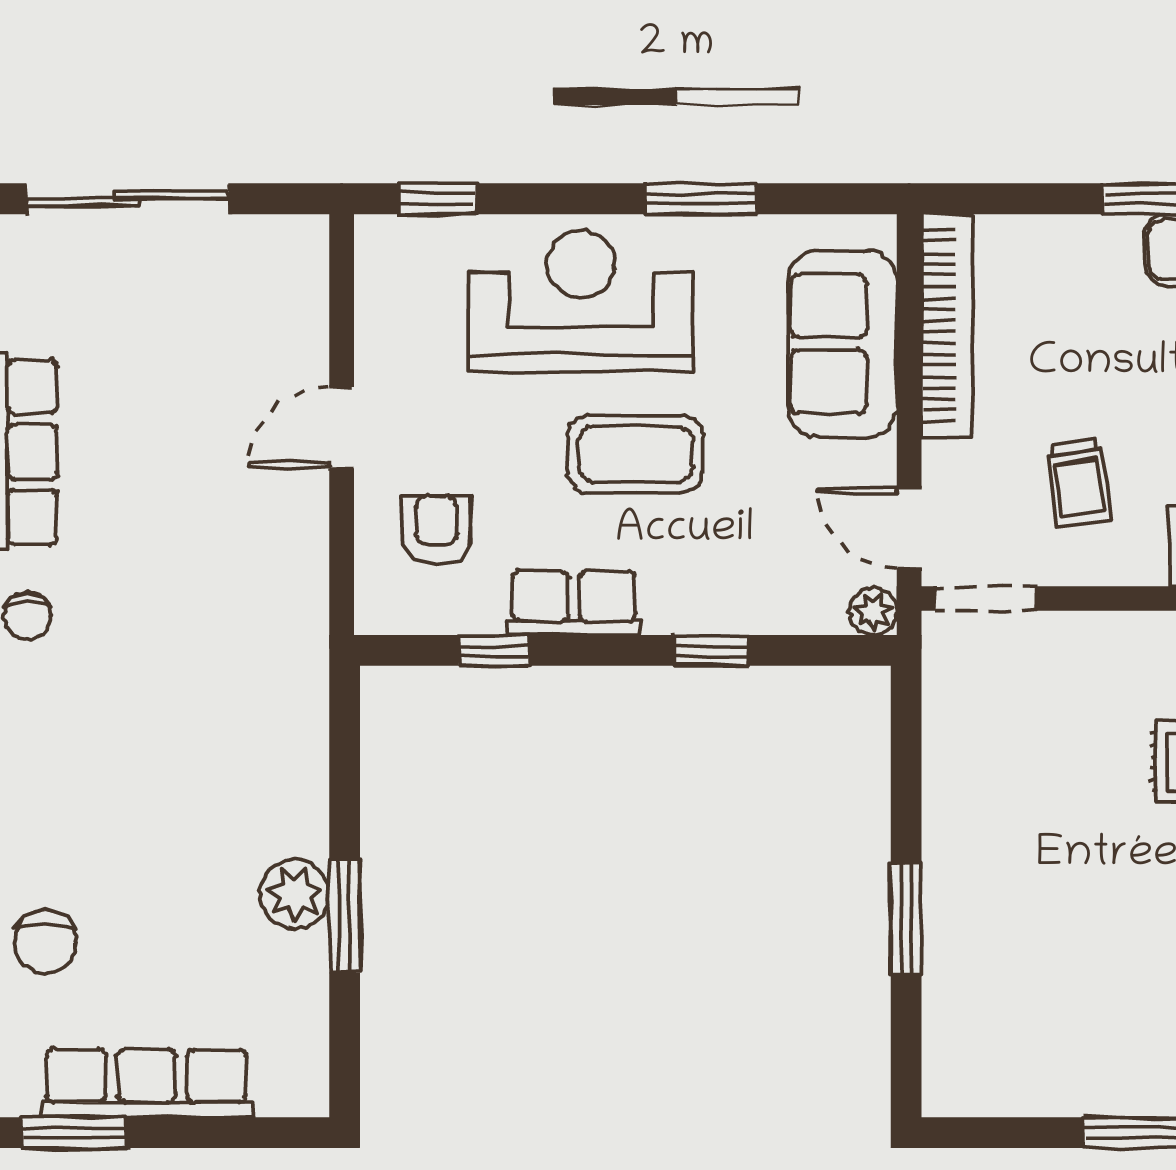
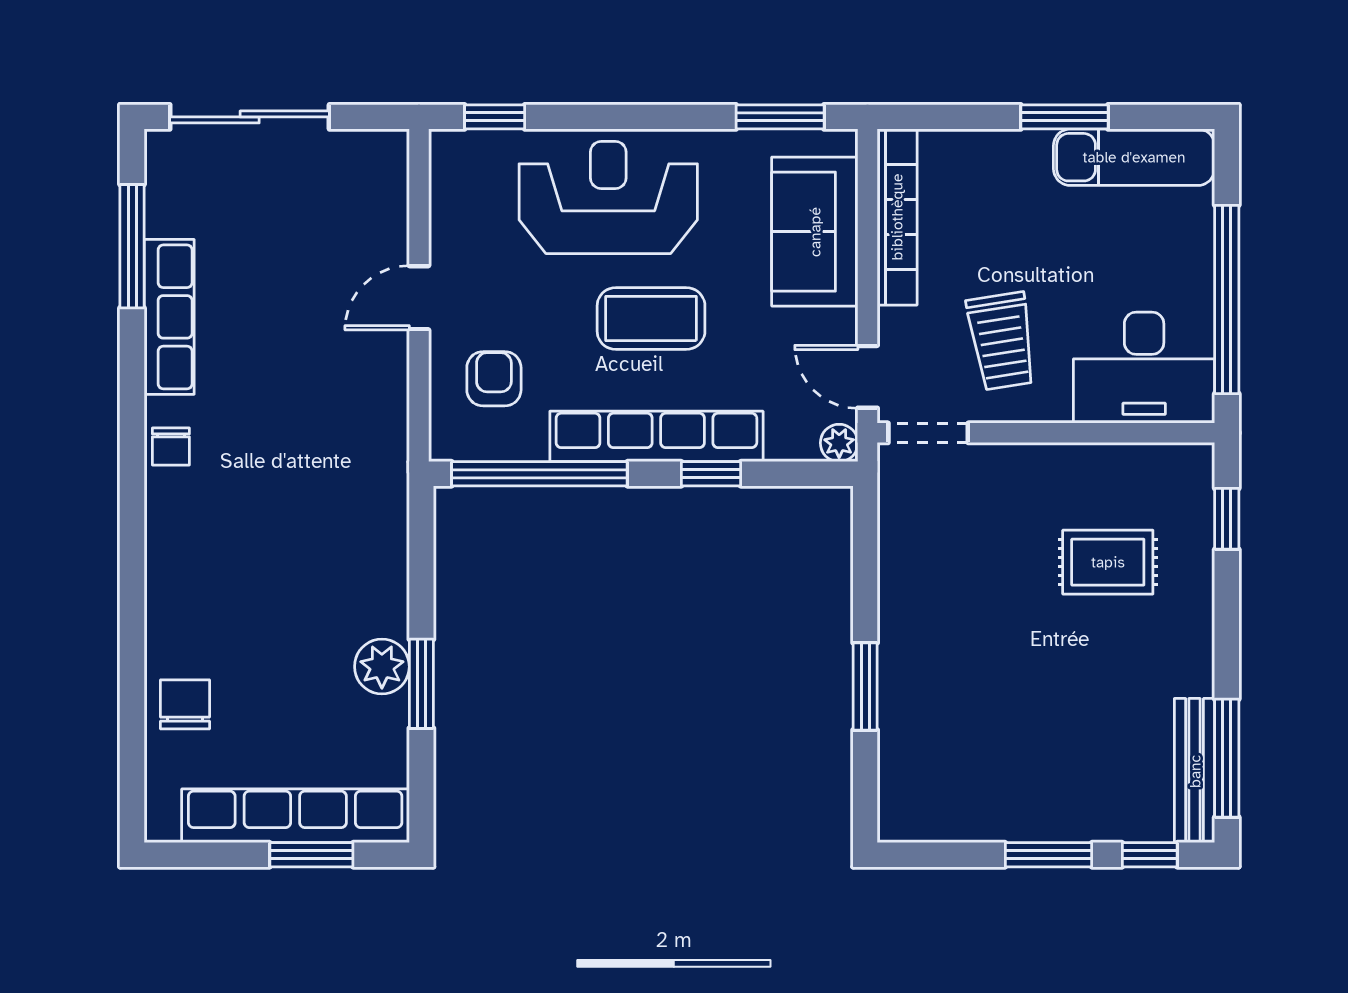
window: (700, 199) -> (780, 117), moved
trolley: (1079, 482) -> (1002, 341), width x1.36, depth x1.39
row of seats: (574, 603) -> (656, 436), width x2.02
window: (494, 650) -> (539, 474), width x3.17
chair: (45, 942) -> (185, 704), turned 180
row of seats: (147, 1083) -> (295, 816), width x1.36
window: (74, 1133) -> (311, 855), moved

